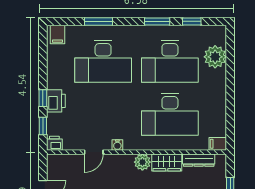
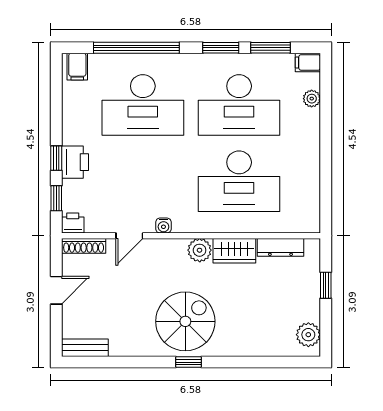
window: (99, 21) -> (136, 48), width x2.11
window: (192, 21) -> (270, 48), width x1.50
plant: (215, 57) -> (312, 99), width x0.53, depth x0.53
filing cabinet: (218, 144) -> (308, 62), moved
shoe rack: (62, 159) -> (84, 246), added

